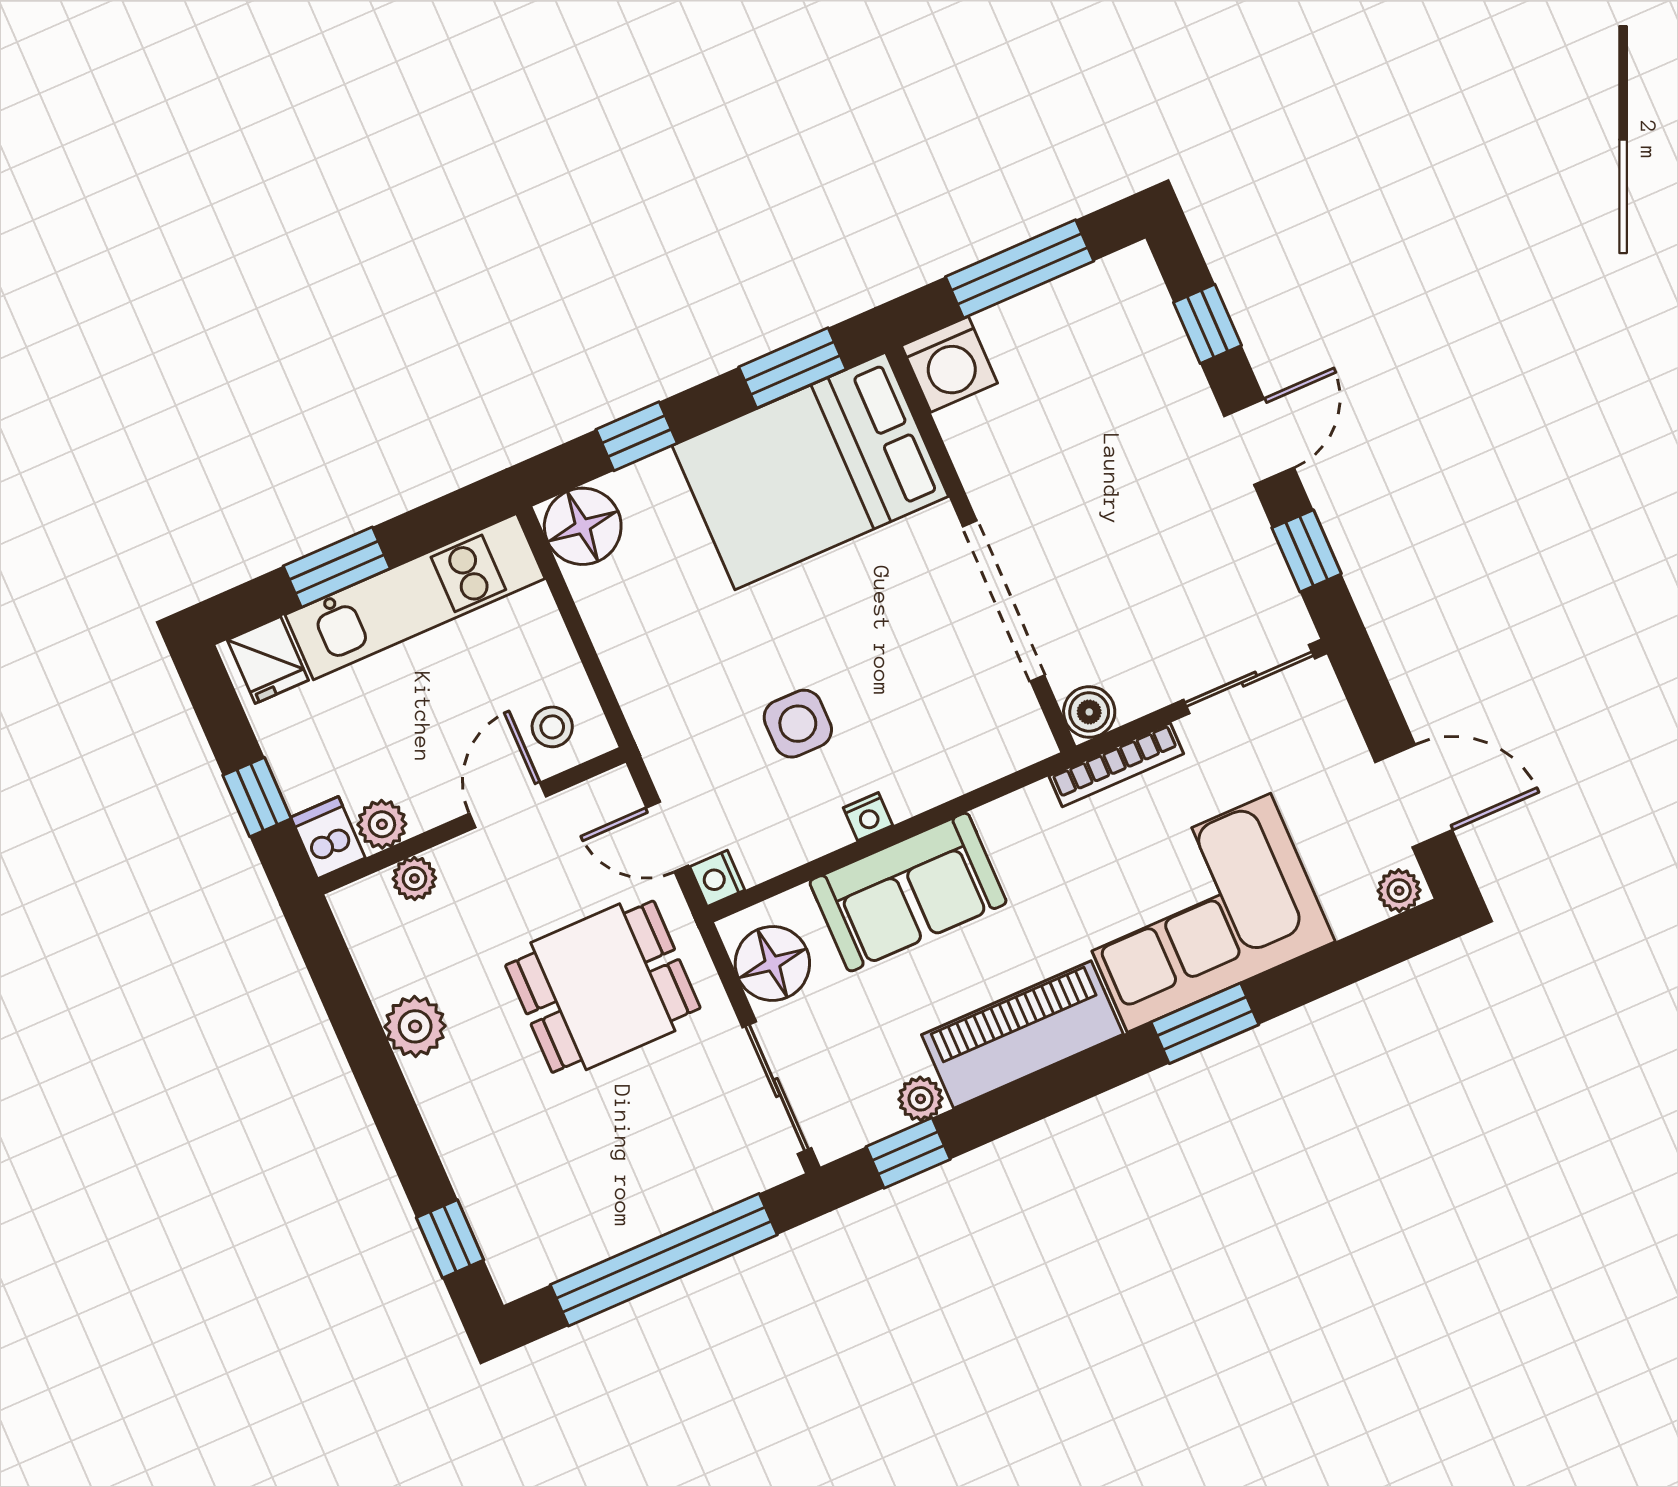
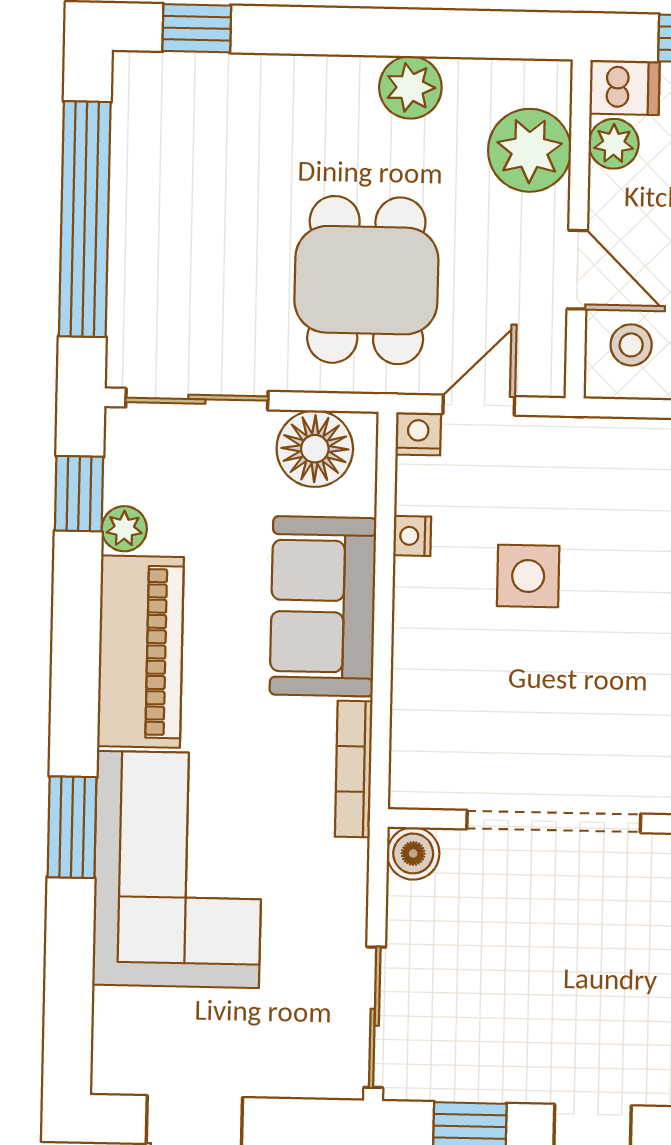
bookcase: (1116, 765) -> (354, 769), moved
nightstand: (868, 817) -> (412, 536), moved
plant: (414, 879) -> (530, 150), width x1.88, depth x1.88
plant: (1399, 891) -> (112, 1066), removed

